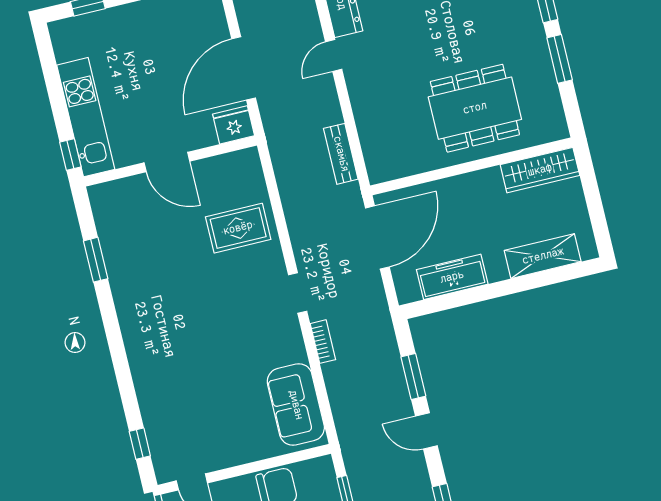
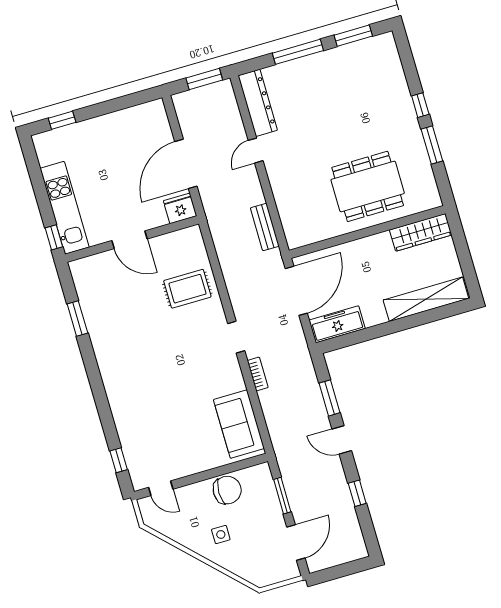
shelving: (543, 256) -> (426, 299), width x1.47
freezer: (452, 277) -> (337, 324), moved

